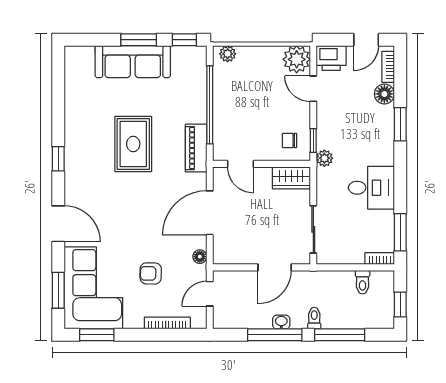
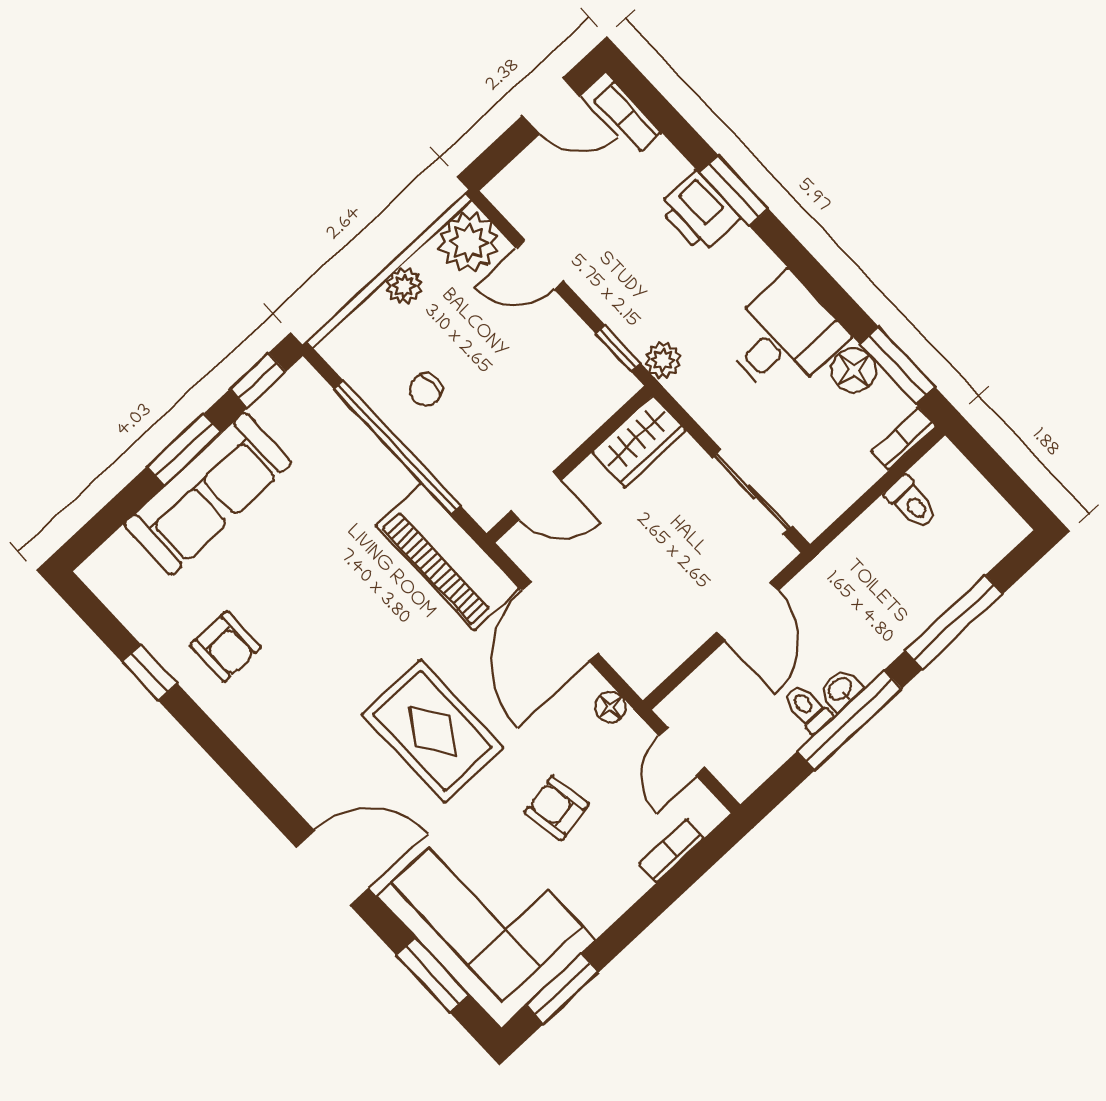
door: (366, 40) -> (551, 106), hinge flipped
plant: (228, 54) -> (404, 286), moved
printer: (331, 58) -> (699, 212), moved, turned 90
floor lamp: (384, 94) -> (854, 370), moved
armchair: (91, 118) -> (226, 646), added
chair: (289, 140) -> (426, 390), moved
rug: (133, 144) -> (433, 731), moved
piano: (196, 148) -> (448, 557), width x1.37, depth x1.33
window: (58, 159) -> (150, 673), moved
armchair: (151, 273) -> (556, 808), turned 79
window: (400, 304) -> (1006, 482), removed
toilet: (314, 318) -> (808, 709), moved
bookcase: (167, 323) -> (672, 851), width x0.64

